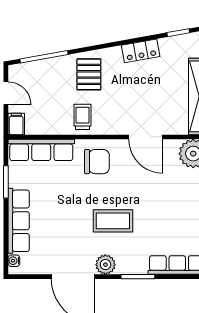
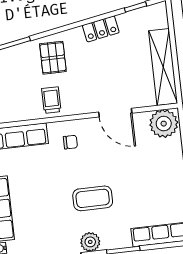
chair: (97, 162) -> (70, 142), width x0.54, depth x0.54

